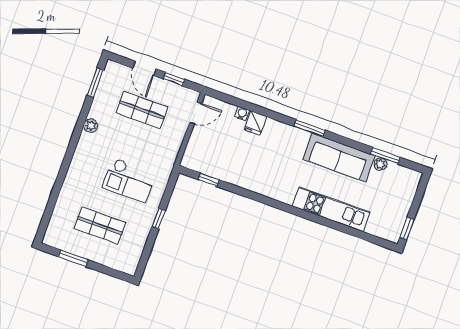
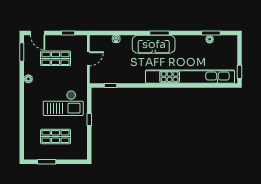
door: (144, 68) -> (38, 33), moved
door: (196, 113) -> (88, 59), moved
fridge: (255, 123) -> (126, 42), removed
sofa: (339, 158) -> (154, 44), moved
checkout: (129, 180) -> (63, 103), width x1.36, depth x1.21
kitchen unit: (331, 209) -> (190, 77), width x1.86

